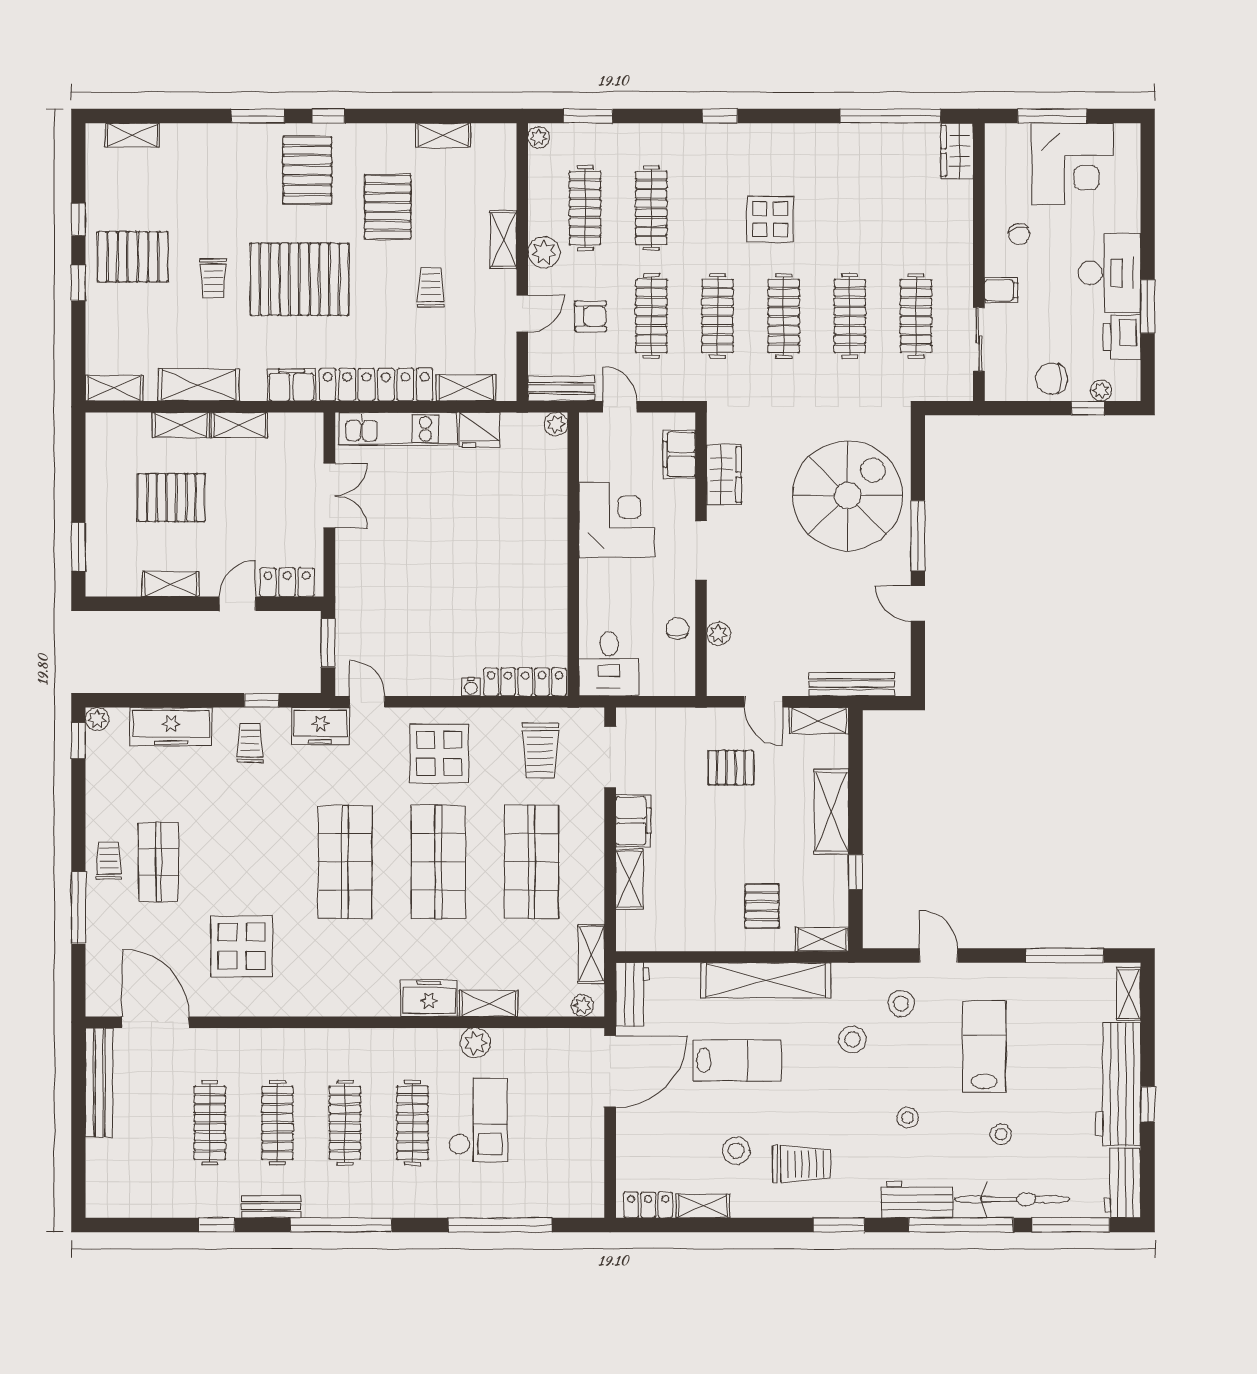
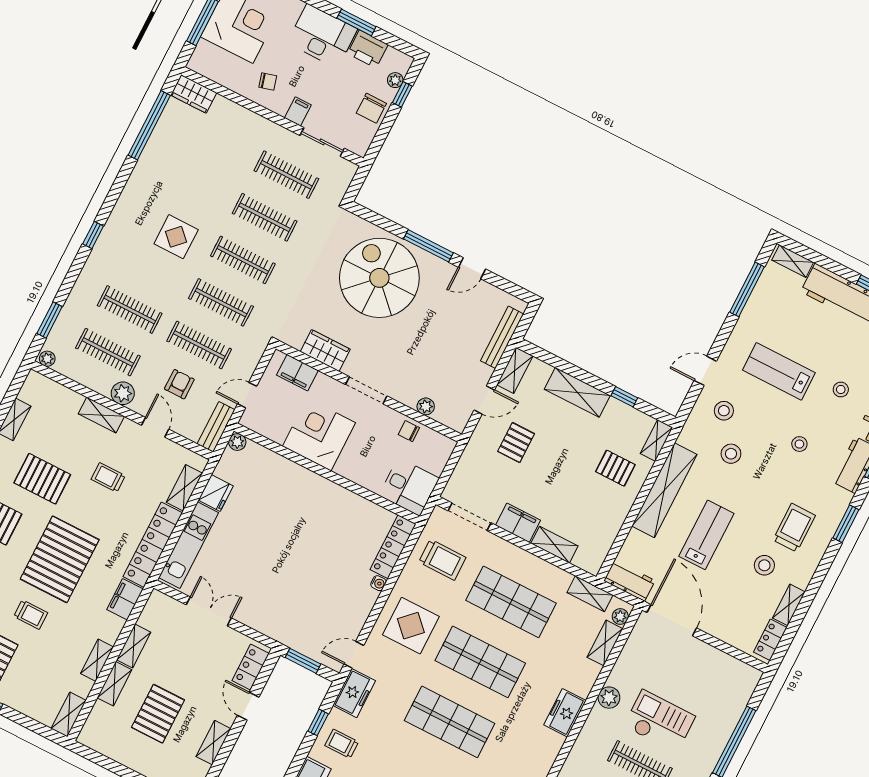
shelving: (199, 385) -> (97, 660), width x0.67, depth x0.75
shelving: (489, 1003) -> (605, 643), moved

